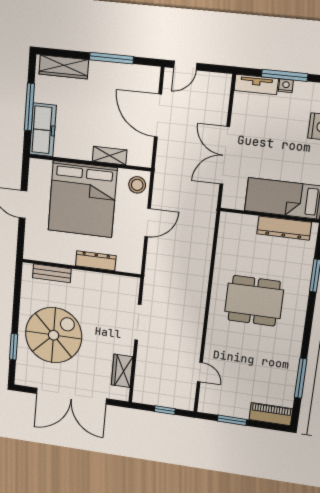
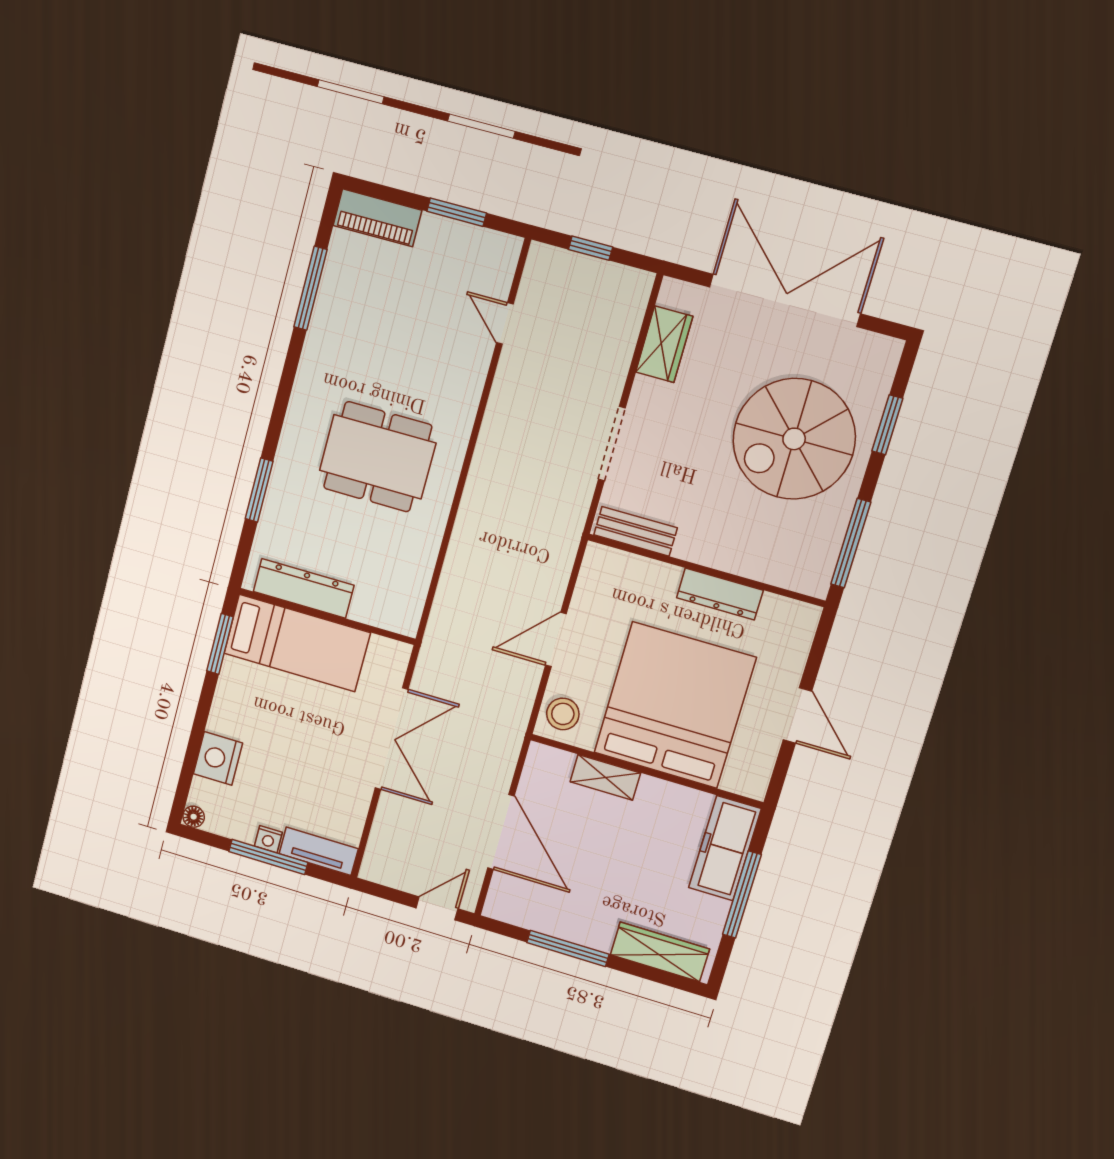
dresser: (96, 261) -> (720, 594), moved
bench: (52, 273) -> (636, 531), moved
window: (17, 291) -> (851, 543), added

